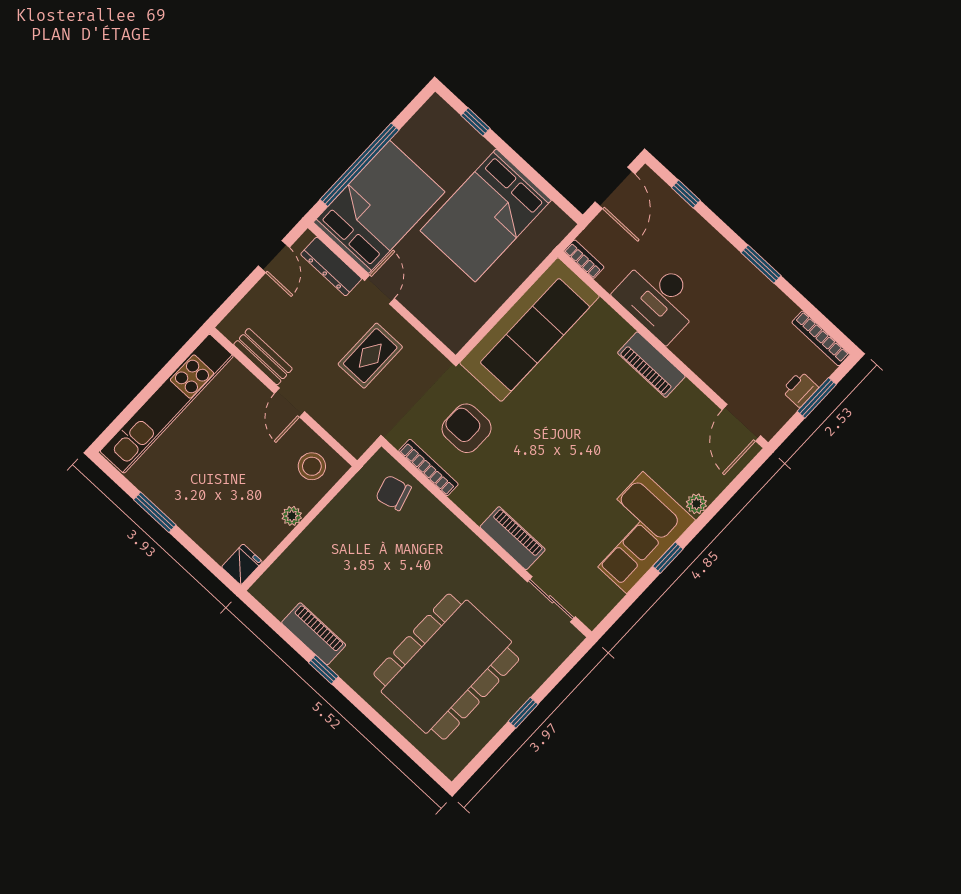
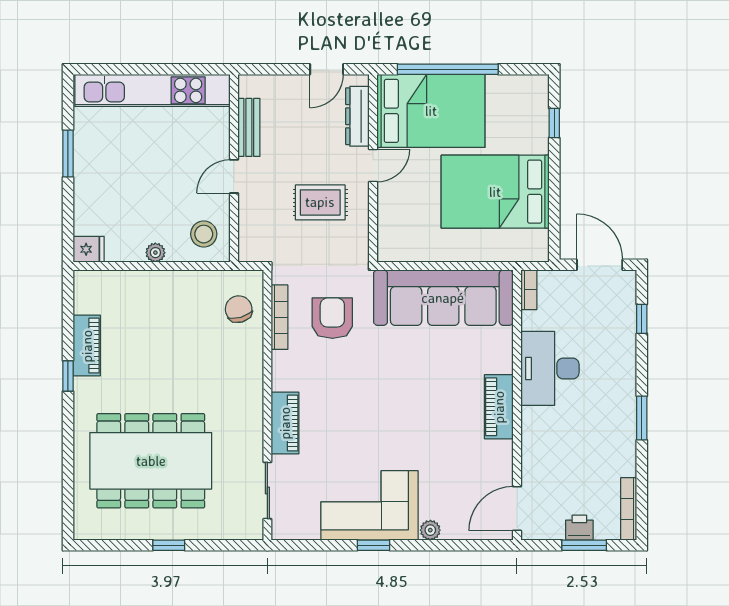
door: (615, 188) -> (600, 265), swing flipped

